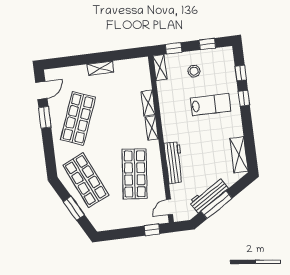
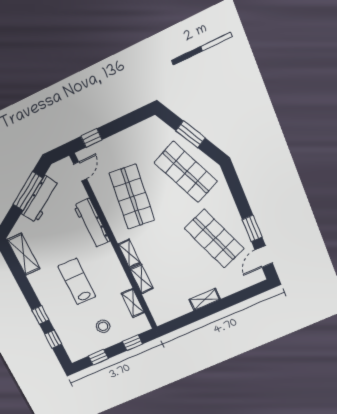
shelving: (160, 68) -> (133, 303), moved
lab bench: (210, 105) -> (77, 281), moved, turned 90
shop shelf: (78, 118) -> (214, 239), turned -42

